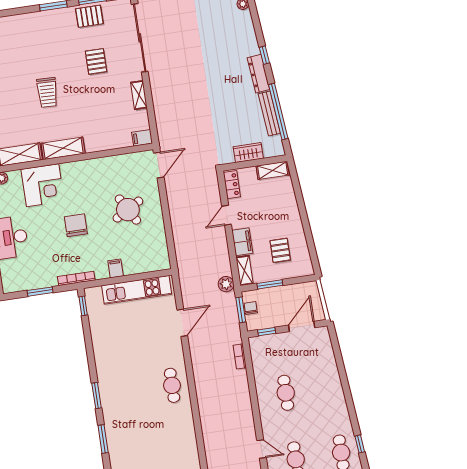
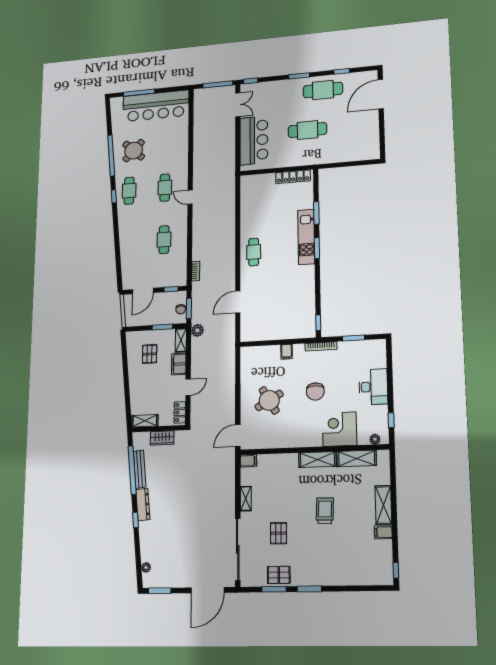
kitchen unit: (137, 290) -> (306, 237), moved, turned -90

